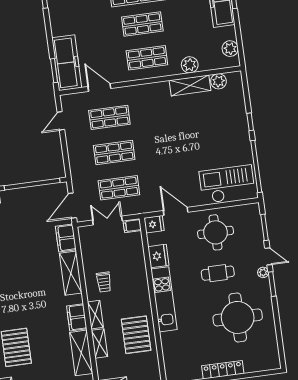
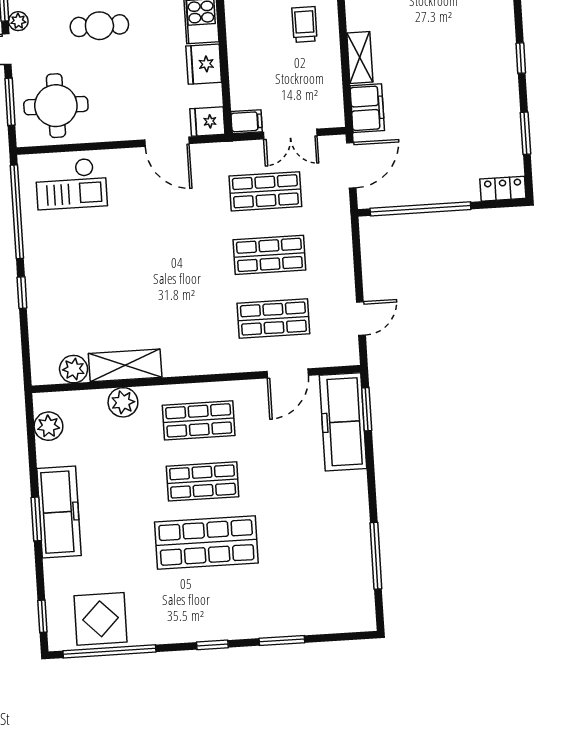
door: (99, 87) -> (288, 373), hinge flipped
checkout: (227, 184) -> (71, 184), width x0.73, depth x0.83
round table: (215, 232) -> (56, 106), moved
shelving: (71, 273) -> (360, 58), width x0.67, depth x0.75

